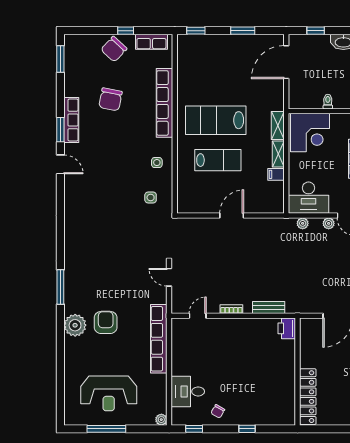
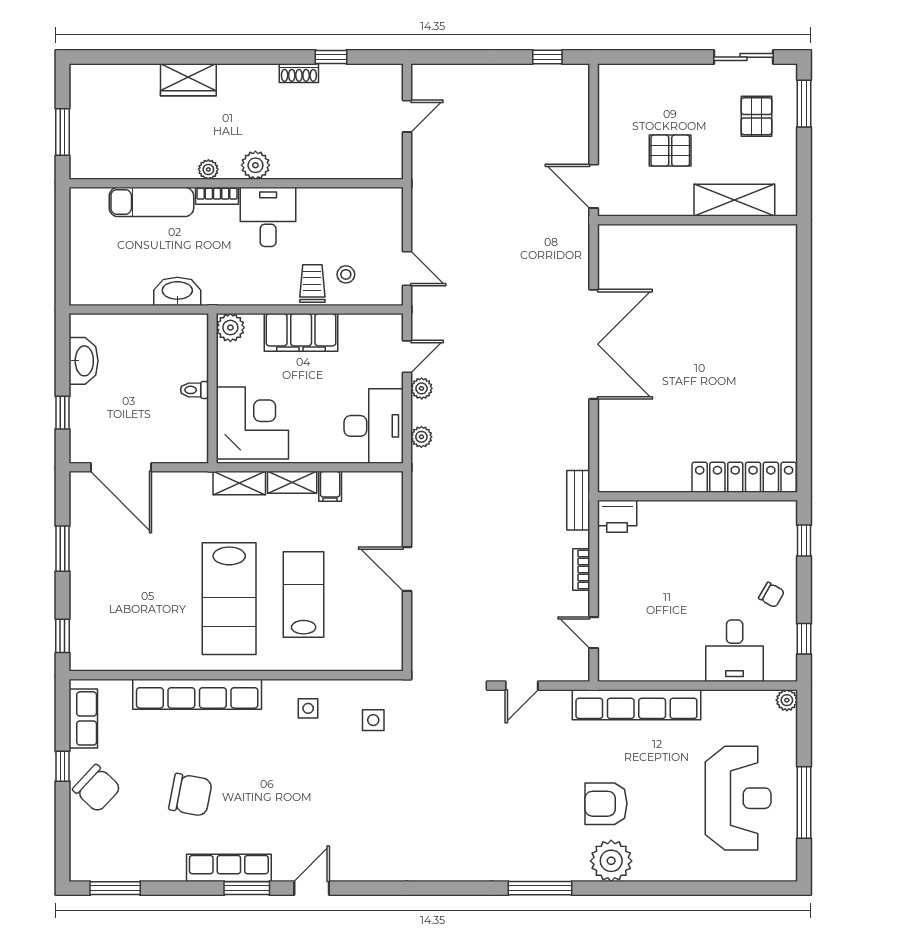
printer: (287, 328) -> (617, 516), moved
wall: (298, 372) -> (698, 496), moved
locker: (308, 397) -> (744, 477), moved

